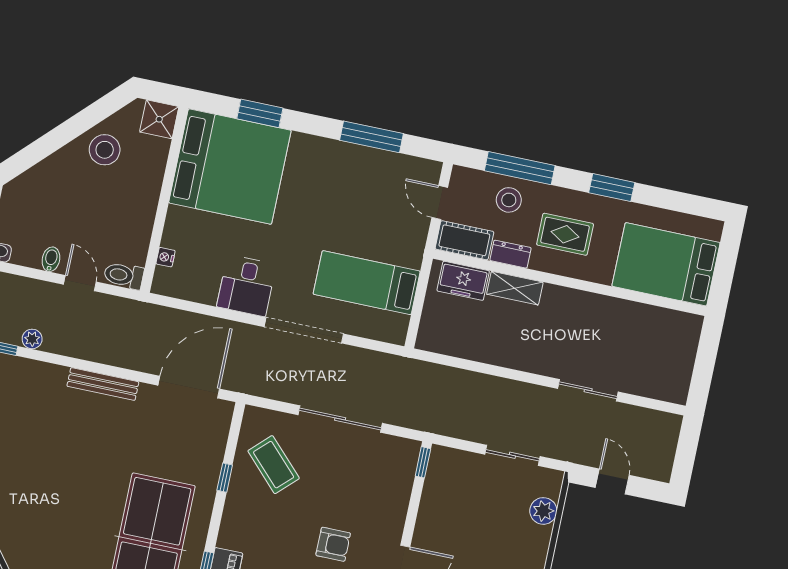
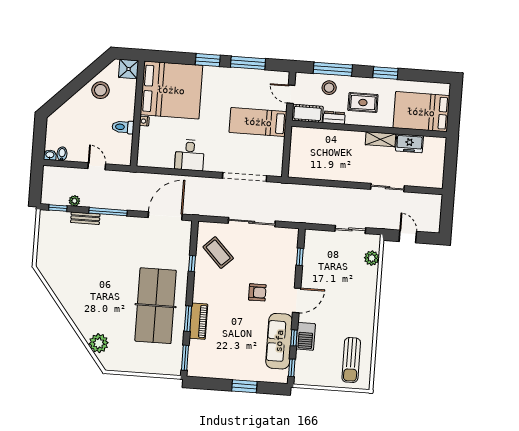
window: (260, 113) -> (208, 60), moved
nightstand: (166, 257) -> (144, 121), moved
bidet: (51, 259) -> (62, 154), moved
toilet: (124, 275) -> (123, 127), moved
freezer: (463, 281) -> (409, 143), moved
bed: (367, 283) -> (258, 122), moved
shelving: (515, 288) -> (380, 139), moved
doorway: (304, 330) -> (245, 177), moved
window: (89, 366) -> (108, 212), added
bench: (103, 384) -> (85, 218), moved, width x0.73
window: (423, 462) -> (300, 257), moved

